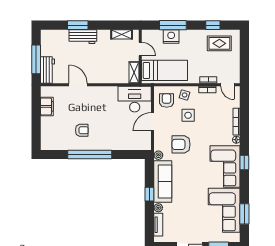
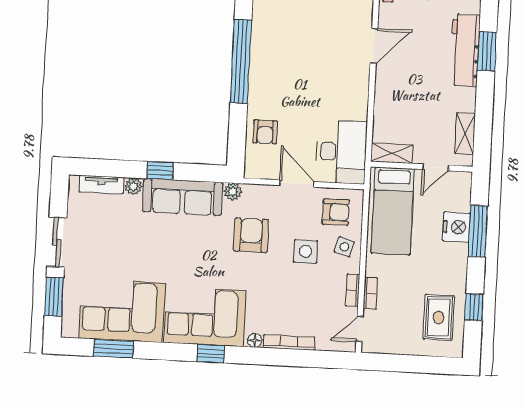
workbench: (83, 37) -> (465, 50), width x1.38
armchair: (82, 130) -> (265, 132), moved

